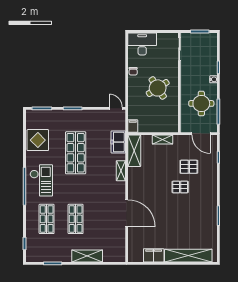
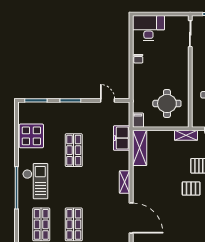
round table: (158, 88) -> (167, 103), moved, turned 33
door: (116, 108) -> (108, 100), moved
shelving: (163, 140) -> (186, 135), moved
shop shelf: (76, 153) -> (74, 150), width x0.70, depth x0.74
shelving: (121, 171) -> (125, 182), moved

